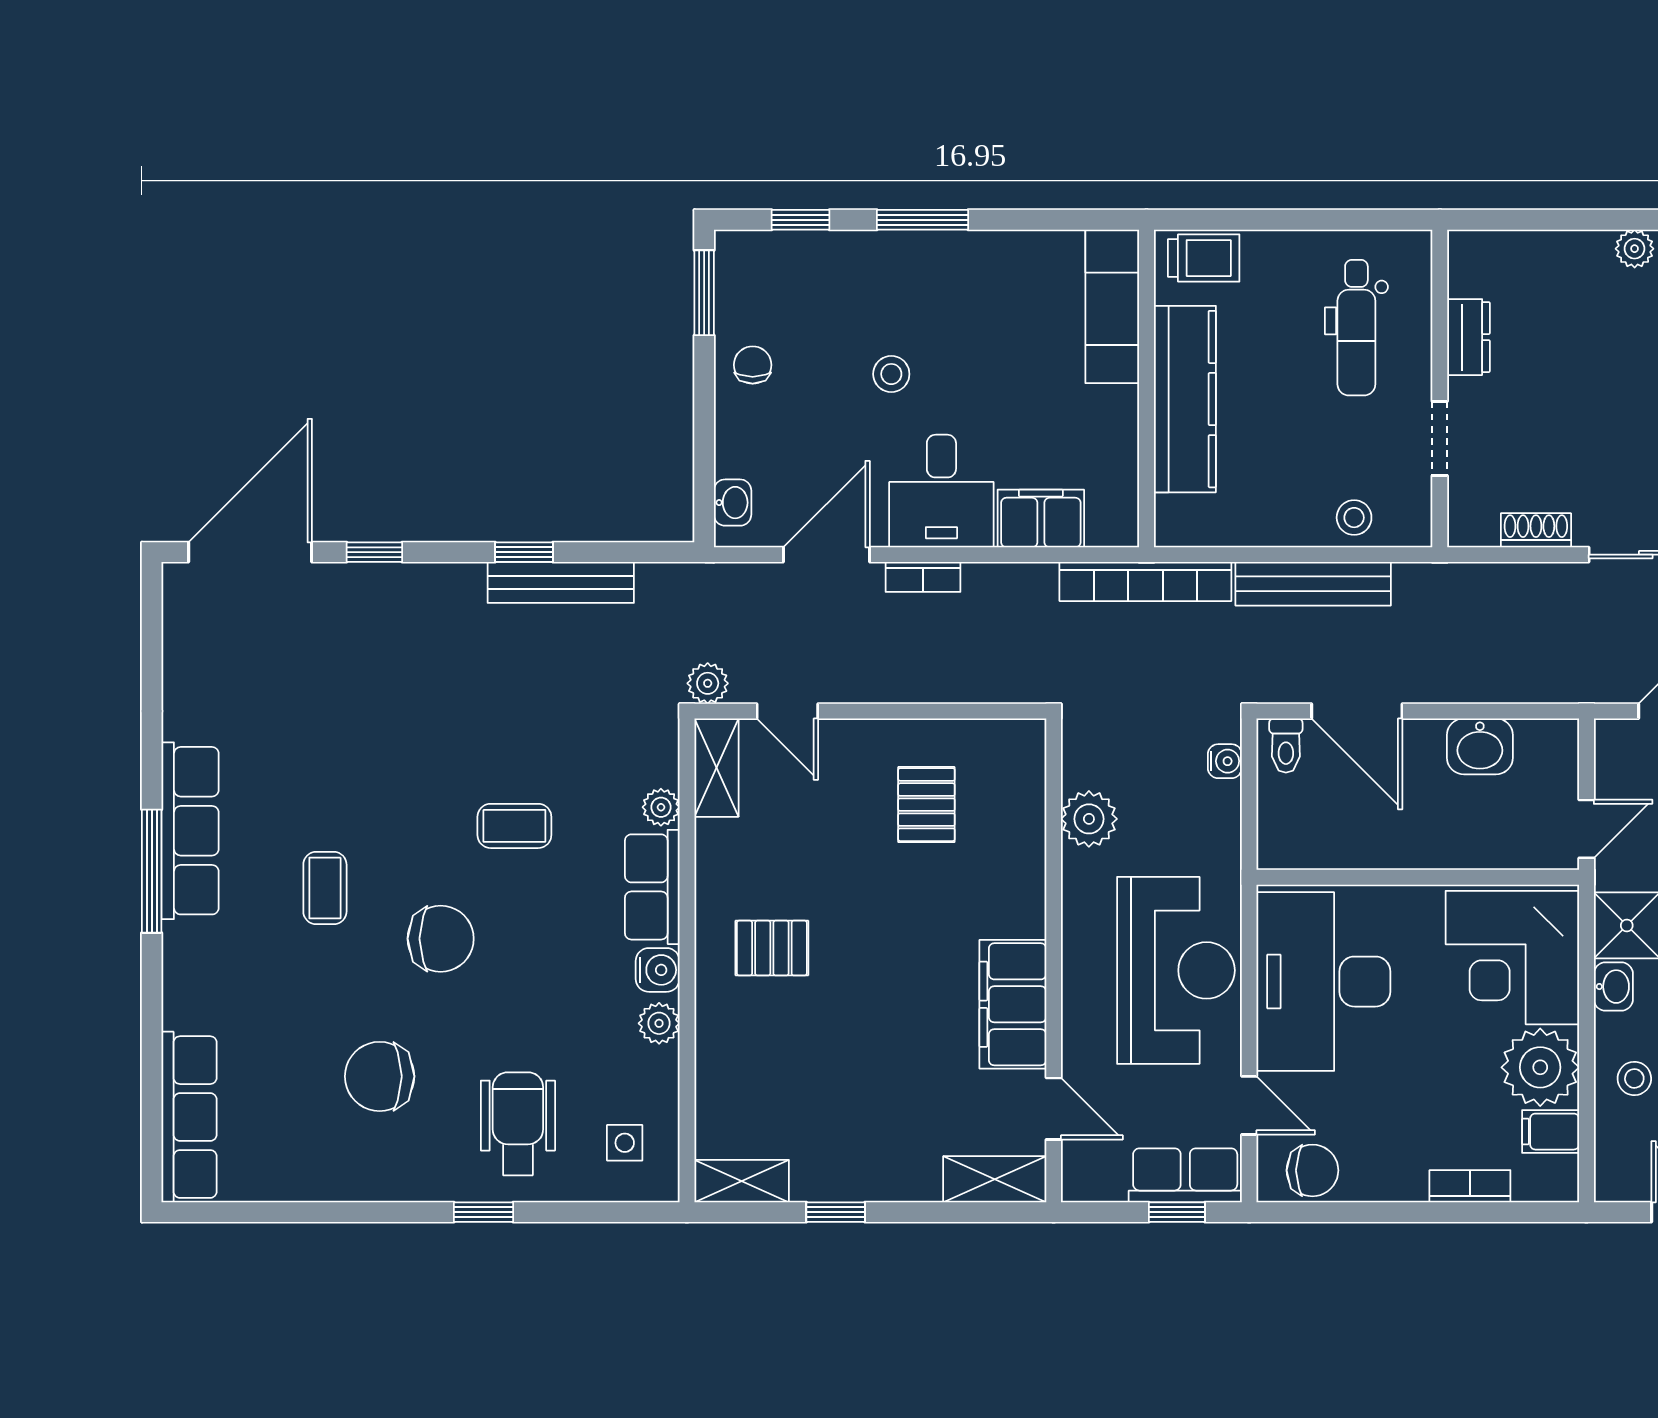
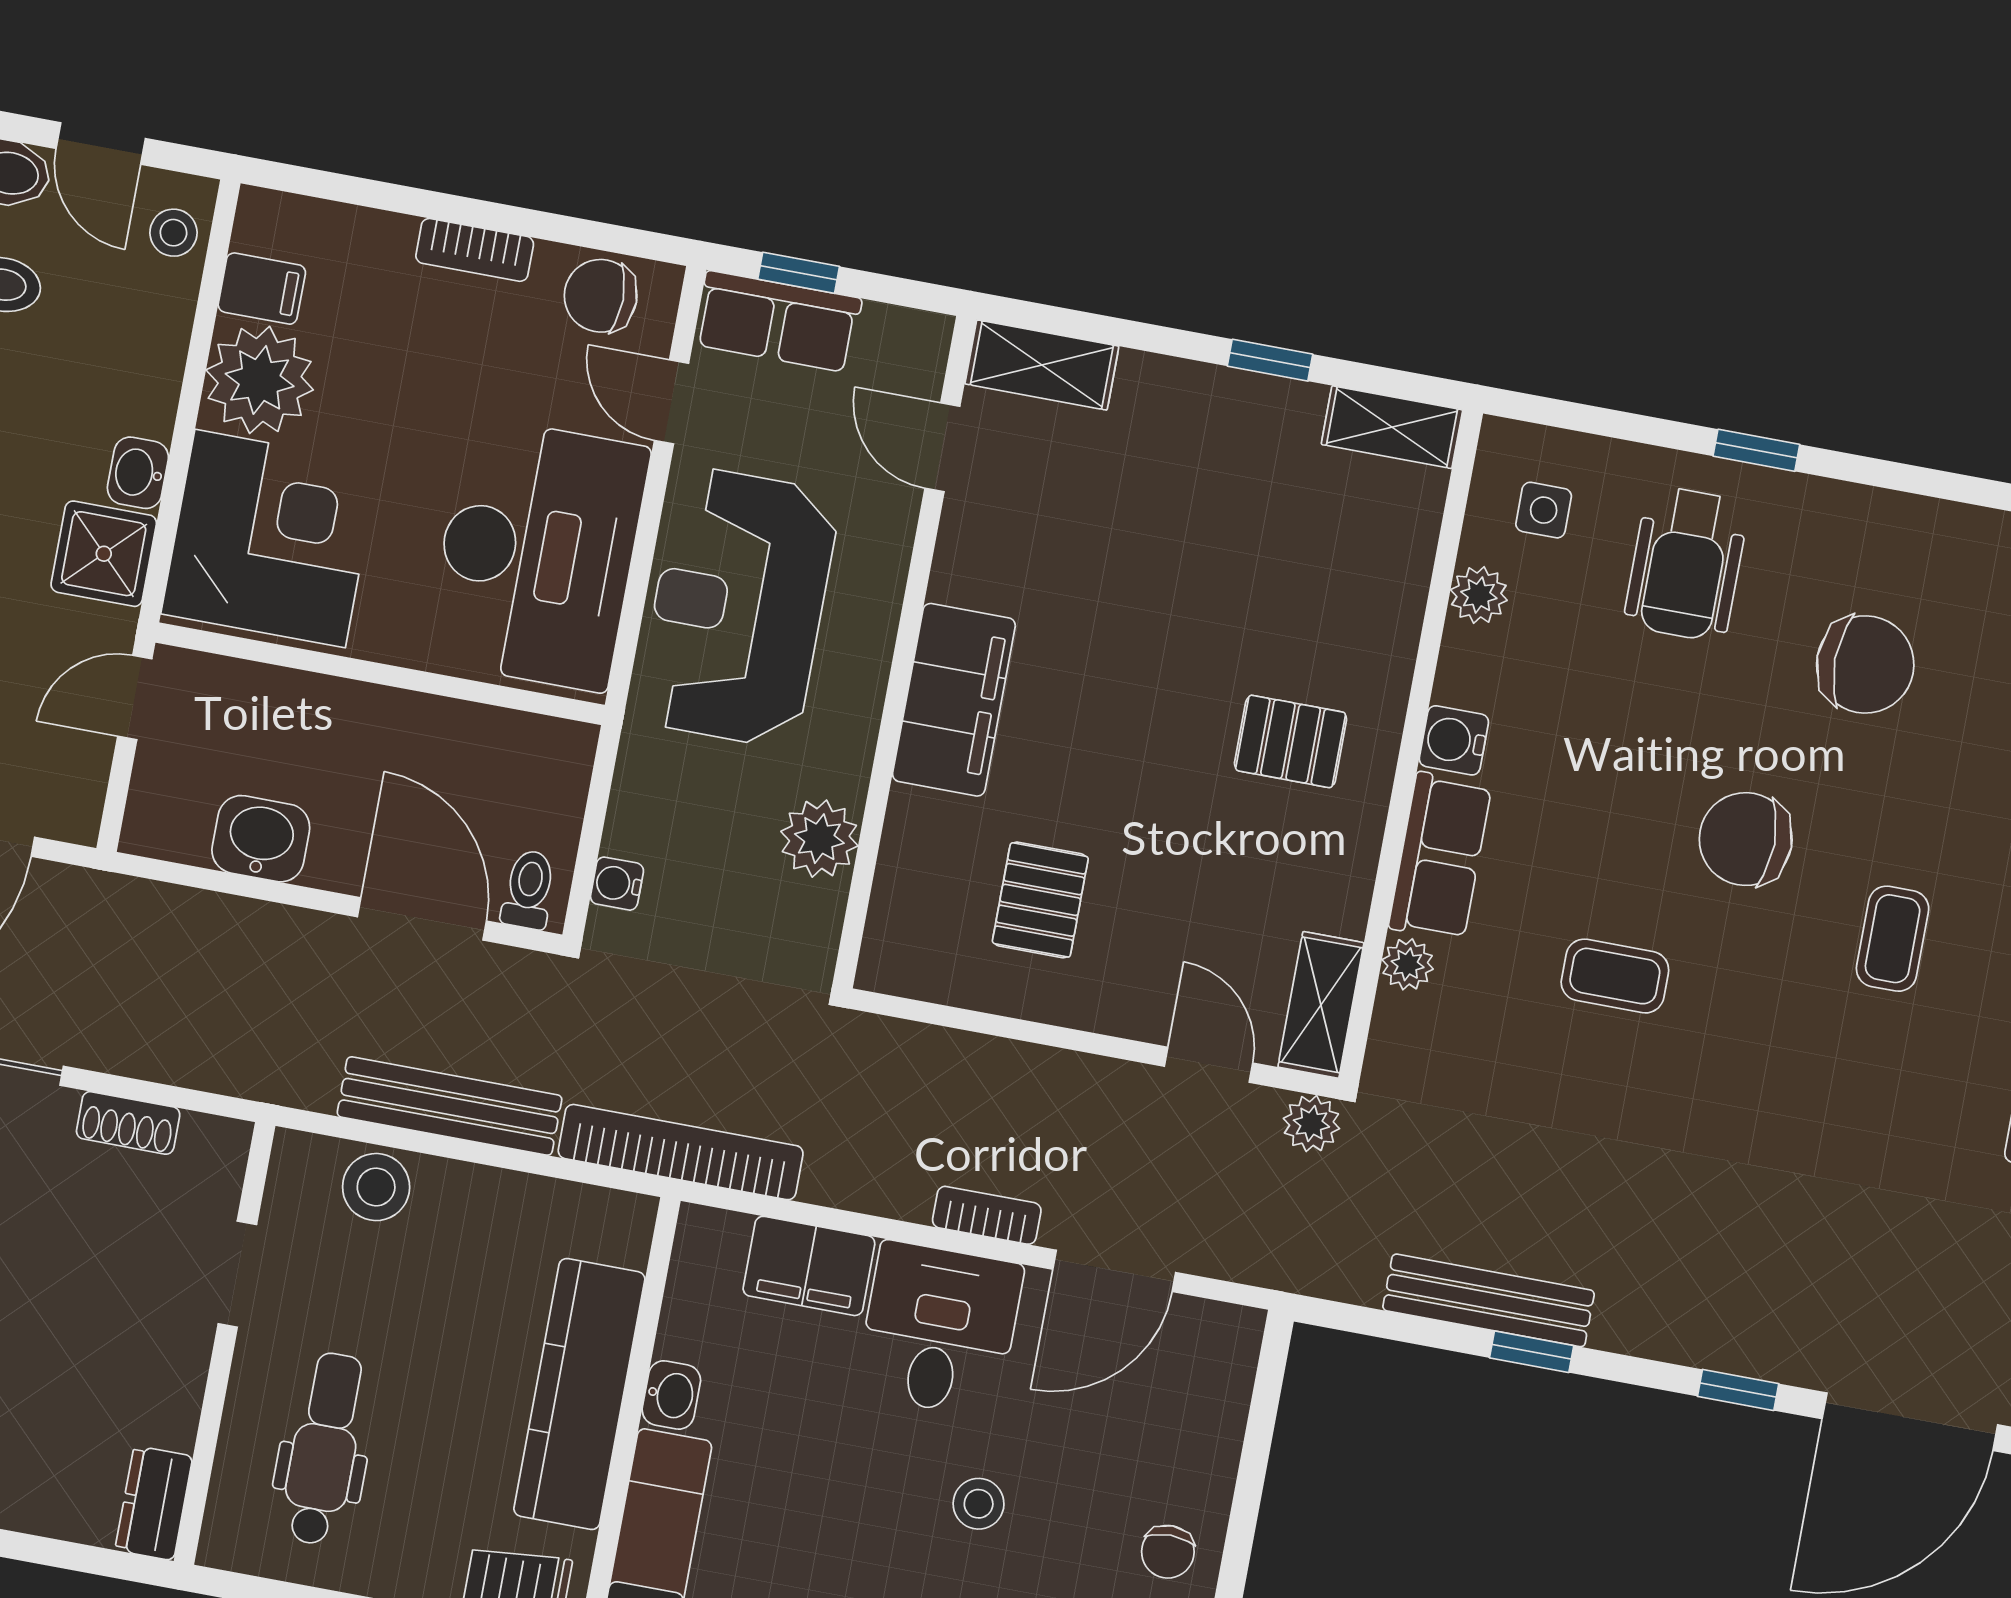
dresser: (1469, 337) -> (154, 1503), moved
washbasin: (733, 503) -> (671, 1395), moved, turned 180
stool: (1354, 518) -> (376, 1187), width x1.37, depth x1.37
filing cabinet: (1013, 1004) -> (954, 700), moved
plant: (659, 1023) -> (1479, 595), moved
stool: (1634, 1078) -> (174, 233), moved
bookcase: (1470, 1186) -> (475, 250), moved

